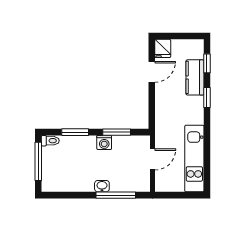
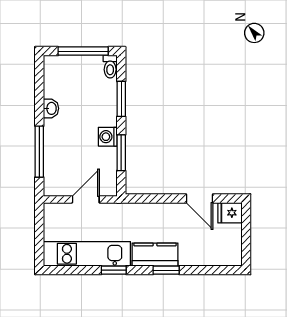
window: (207, 63) -> (114, 270), moved
kitchen counter: (195, 77) -> (155, 255), moved
door: (153, 159) -> (86, 199), swing flipped
washbasin: (102, 186) -> (51, 108), moved

